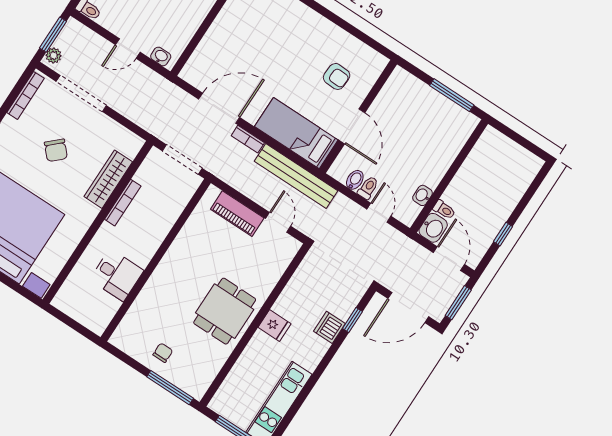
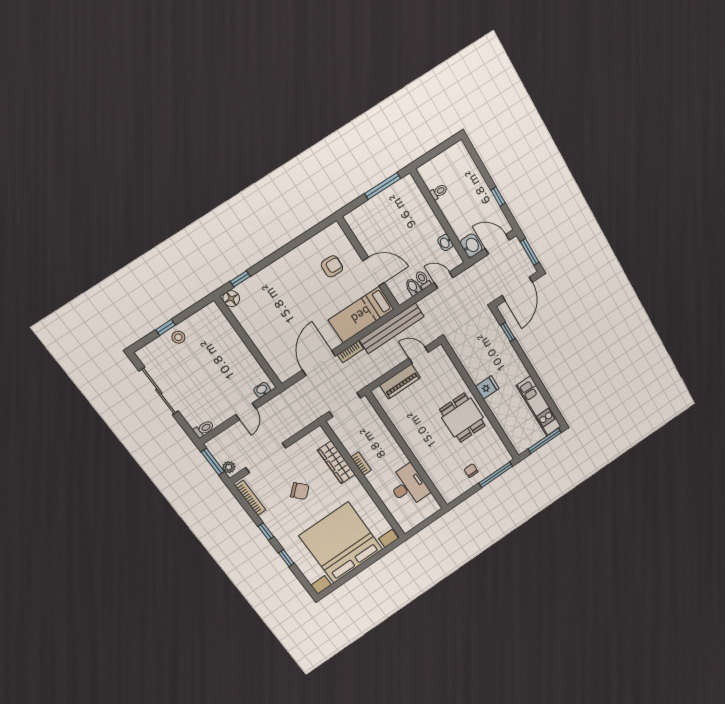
bookcase: (123, 203) -> (361, 464), width x0.64
toilet: (444, 210) -> (439, 192), moved
desk: (117, 275) -> (408, 486), width x1.37
dishwasher: (329, 327) -> (505, 350), removed

